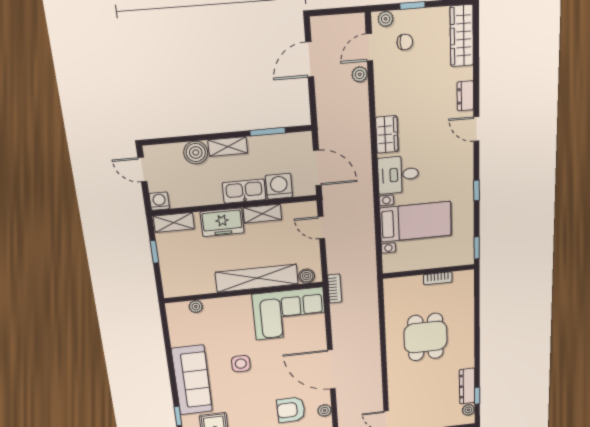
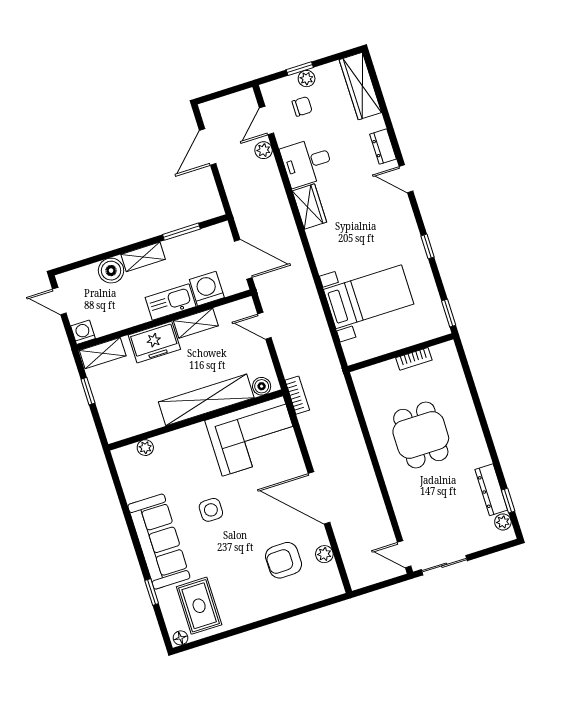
plant: (386, 19) -> (307, 79), moved
desk: (398, 175) -> (307, 162), moved

